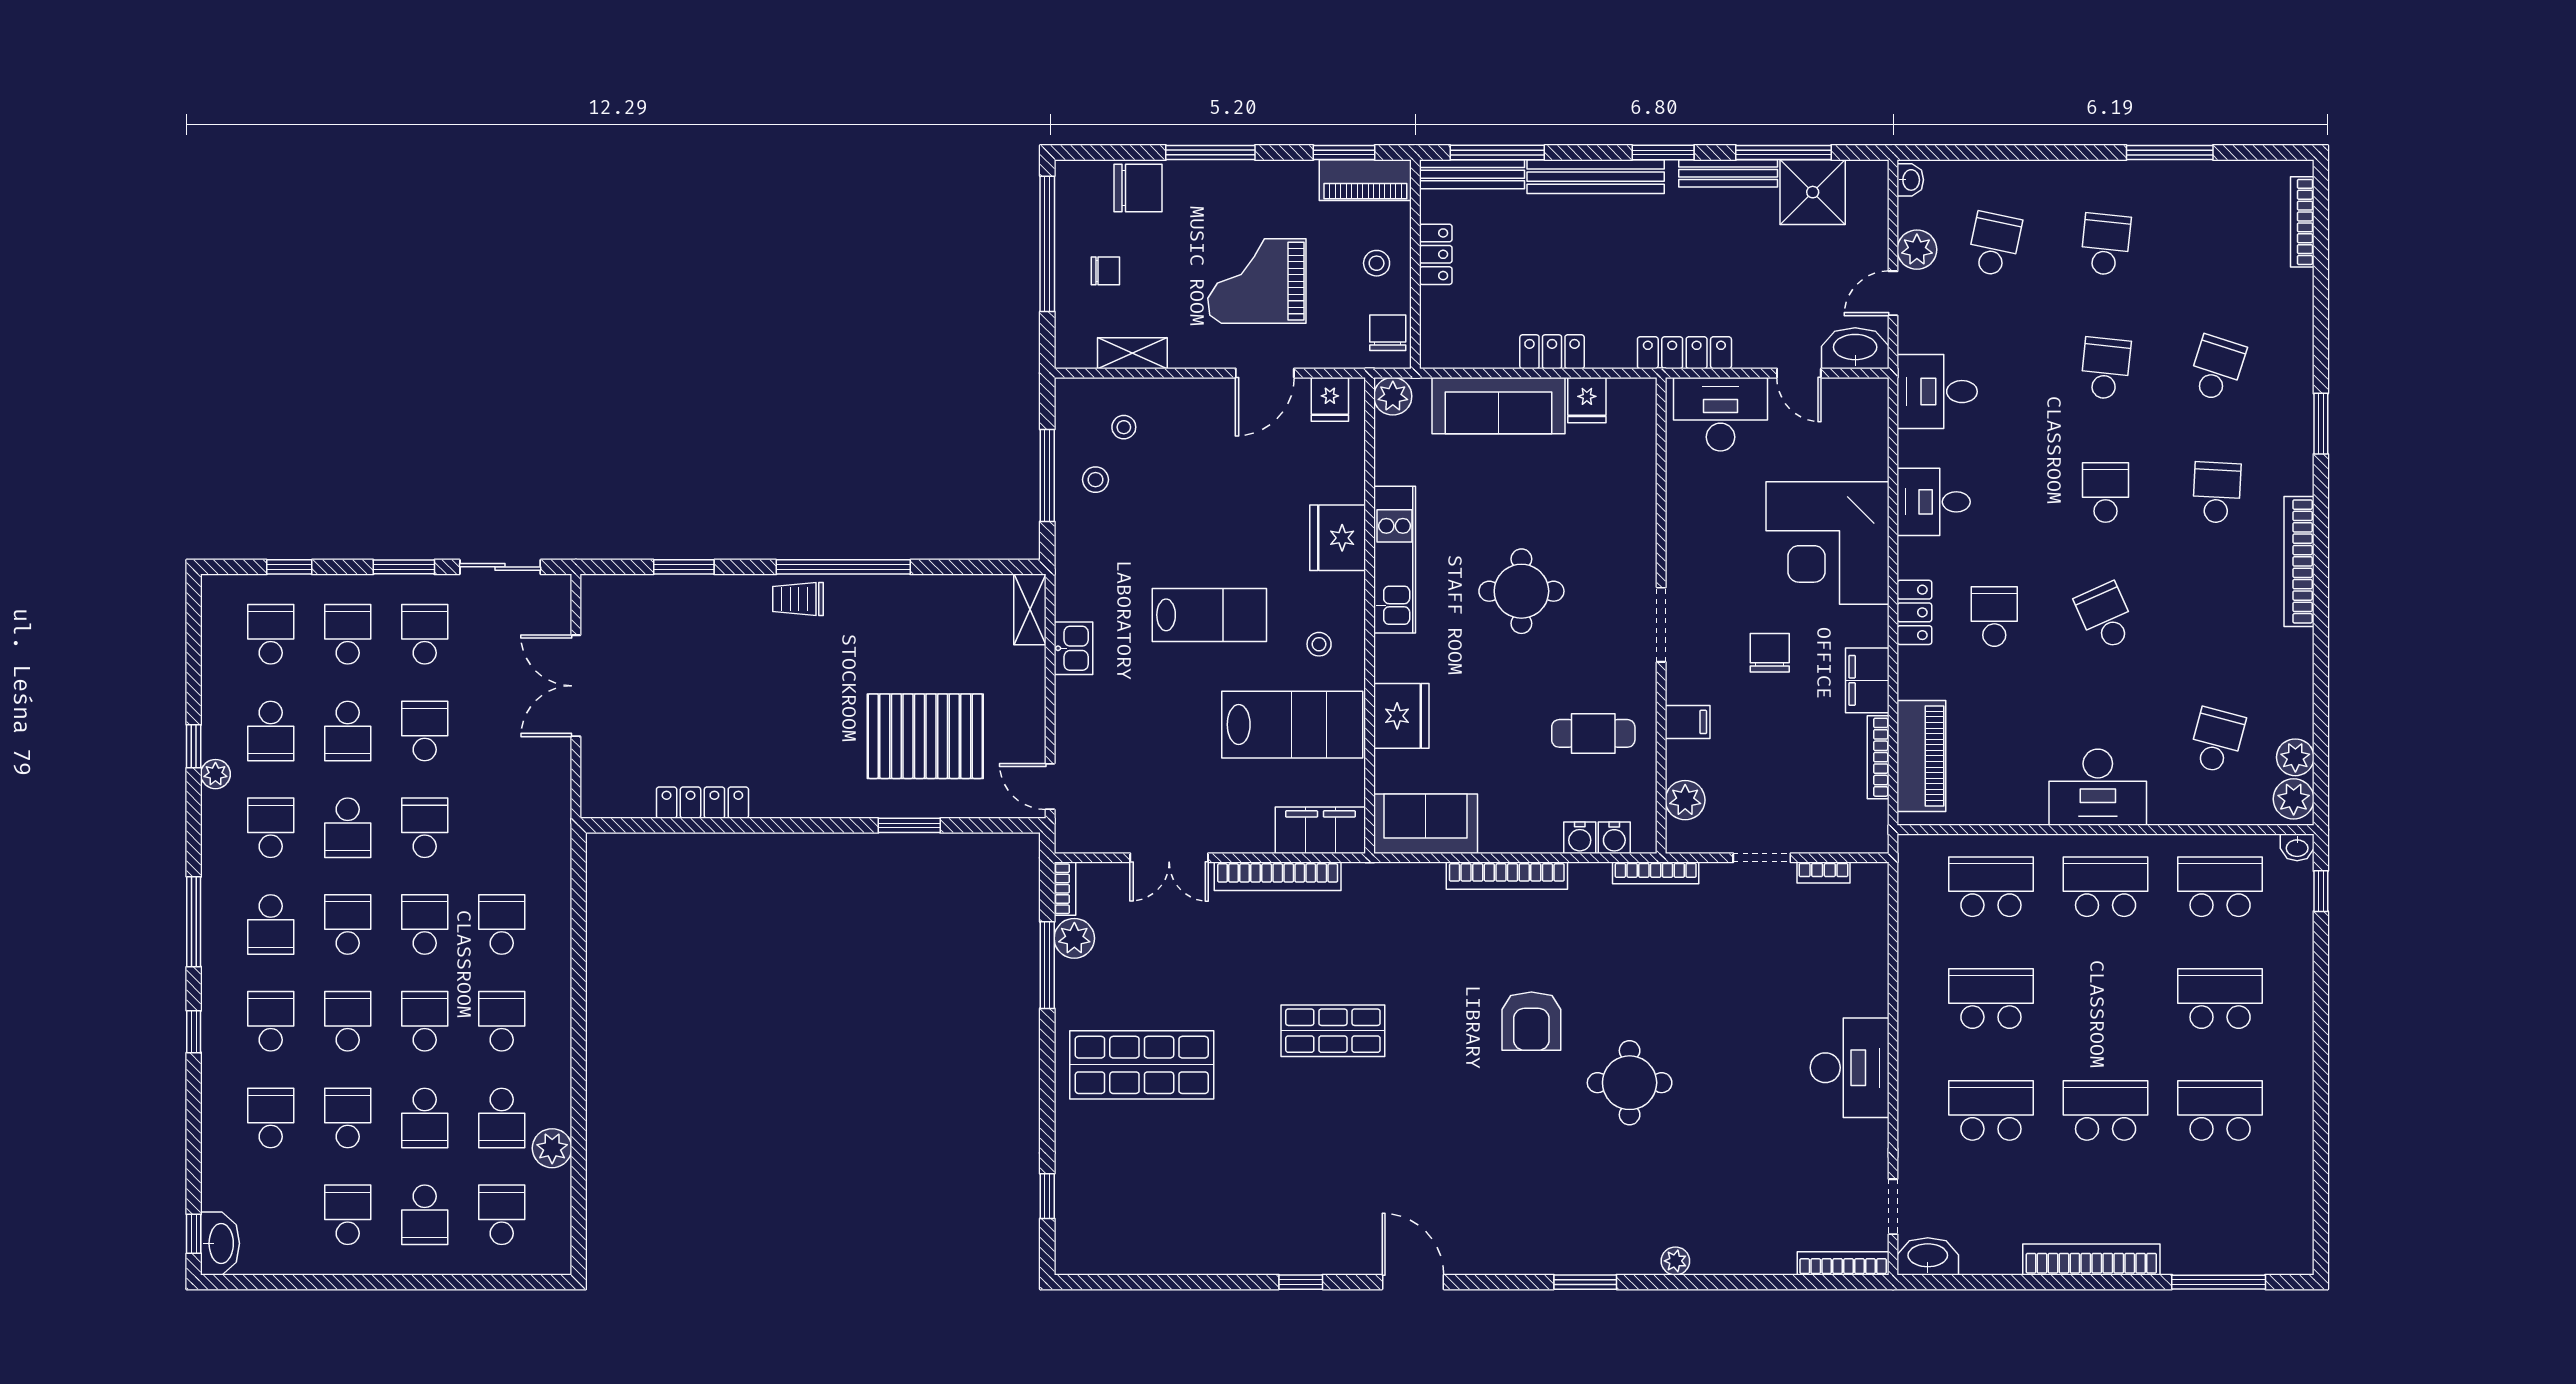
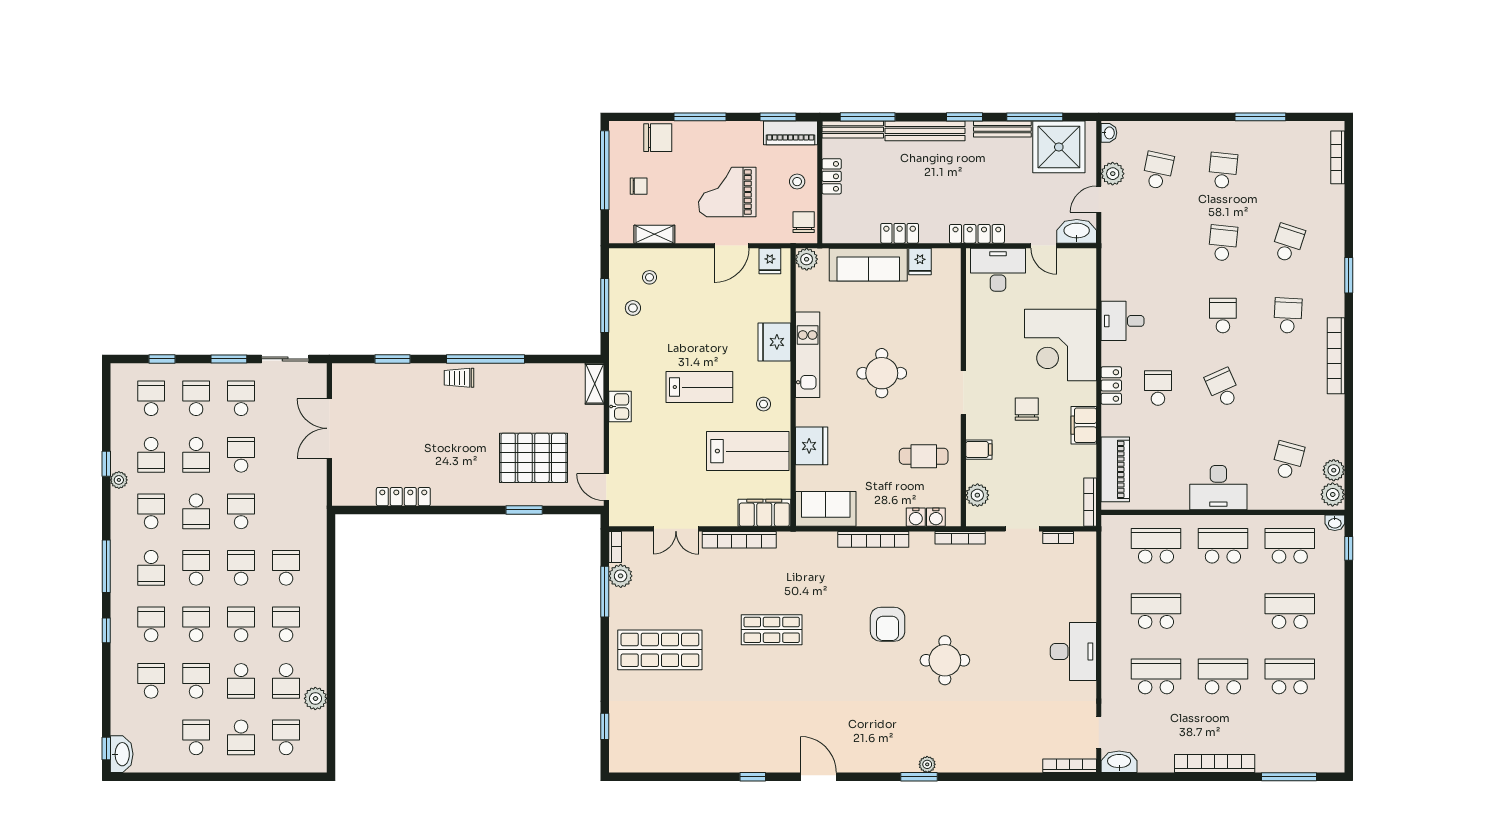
shower: (1813, 192) -> (1059, 147), width x1.37, depth x1.37
desk: (1937, 392) -> (1125, 257), removed
bookcase: (1878, 757) -> (1090, 502), moved
plant: (1675, 1261) -> (927, 764), moved

